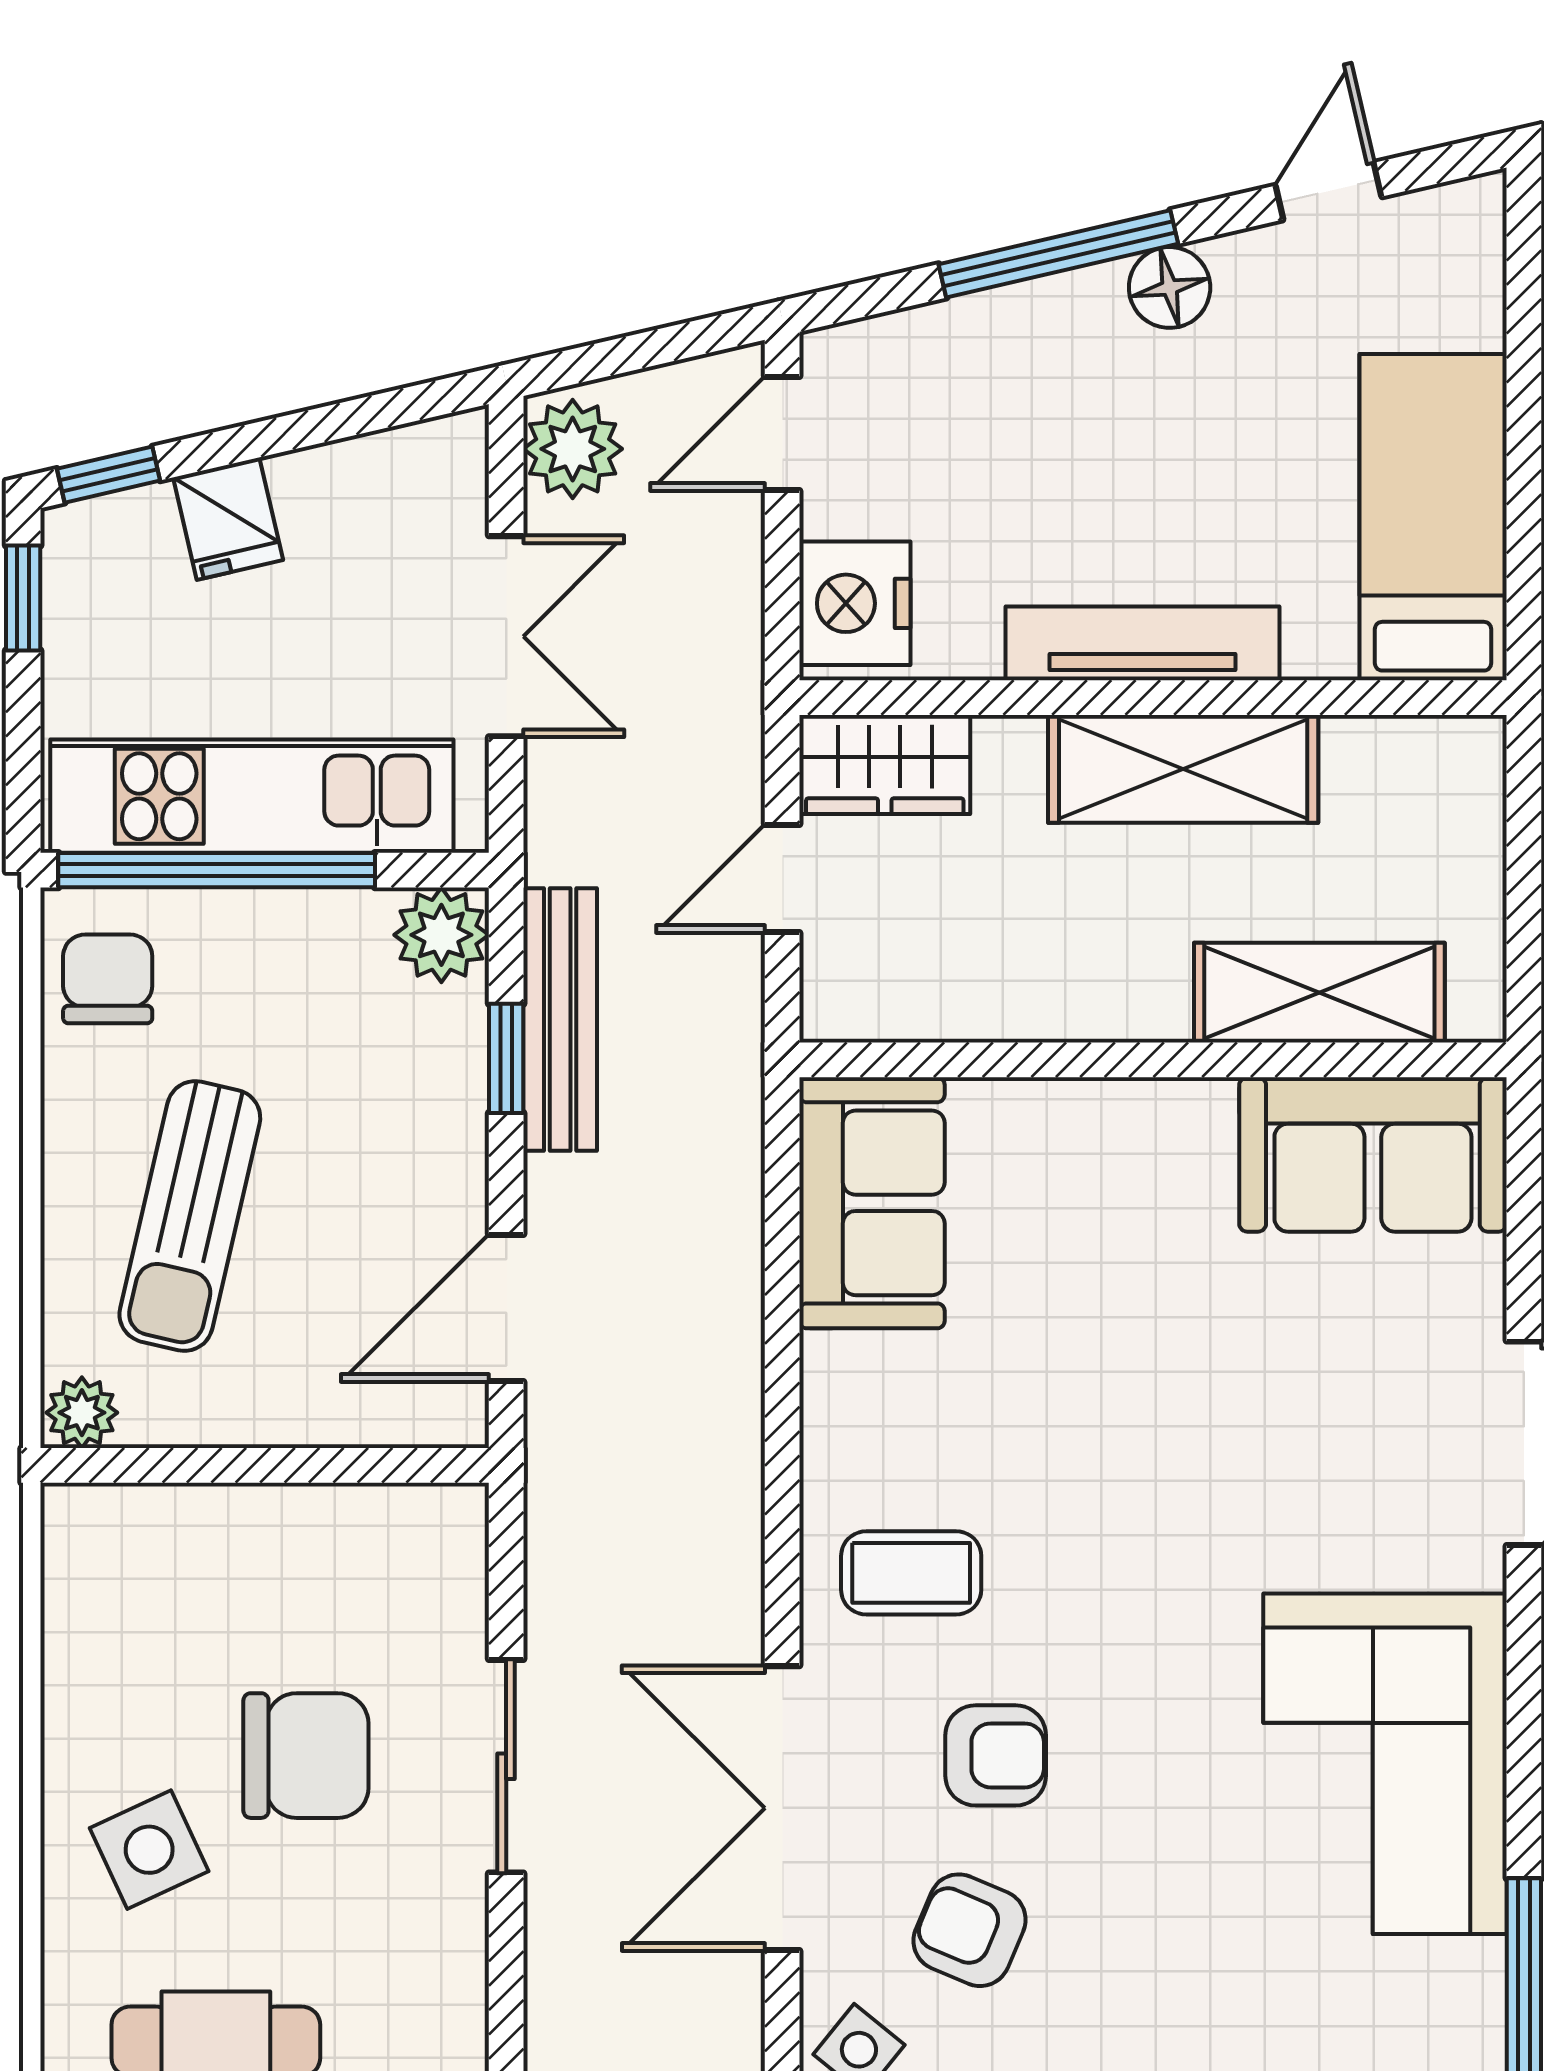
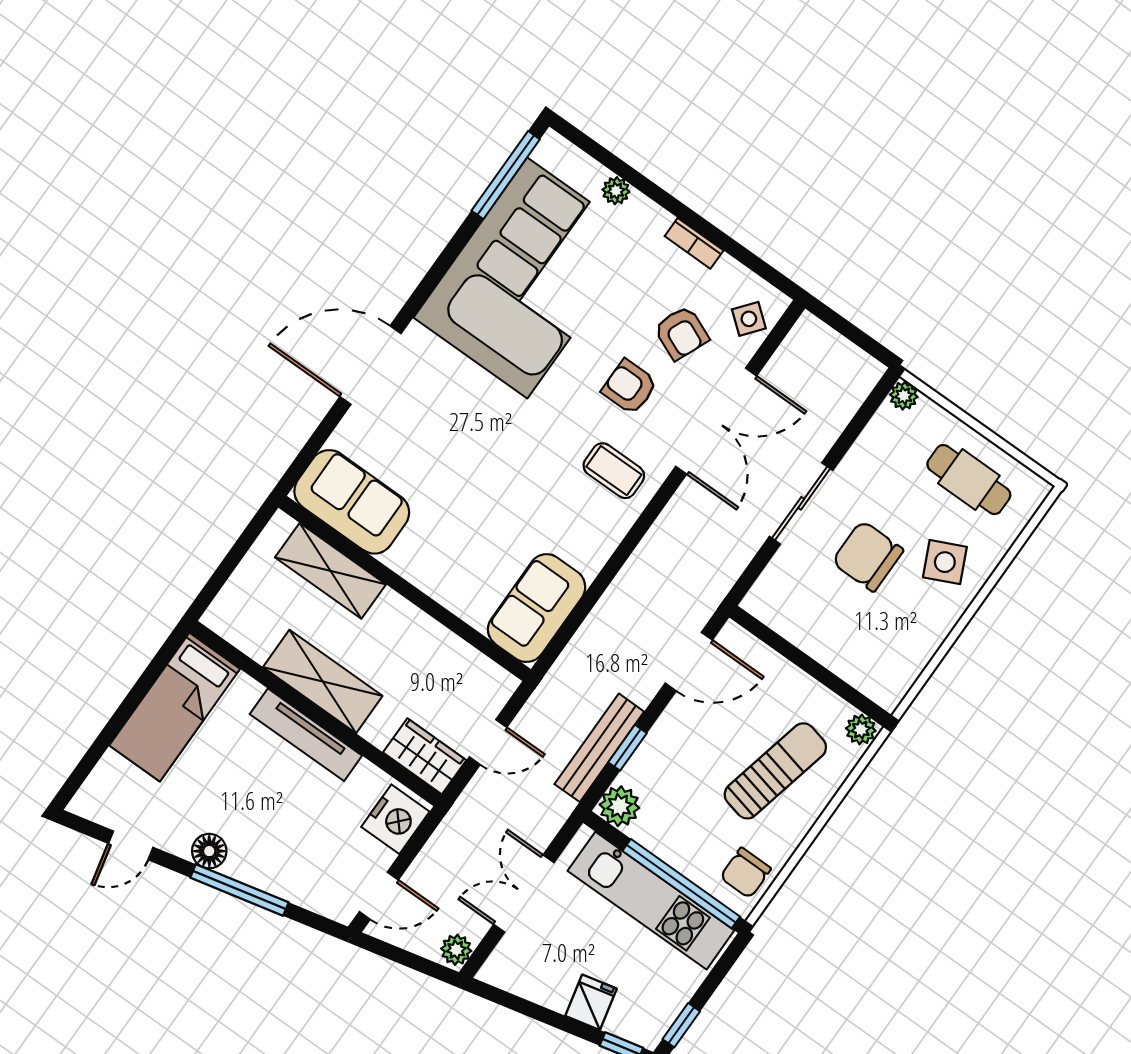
plant: (573, 449) -> (456, 950), width x0.73, depth x0.73
corner sofa: (1385, 1764) -> (527, 278), width x1.36, depth x1.36

